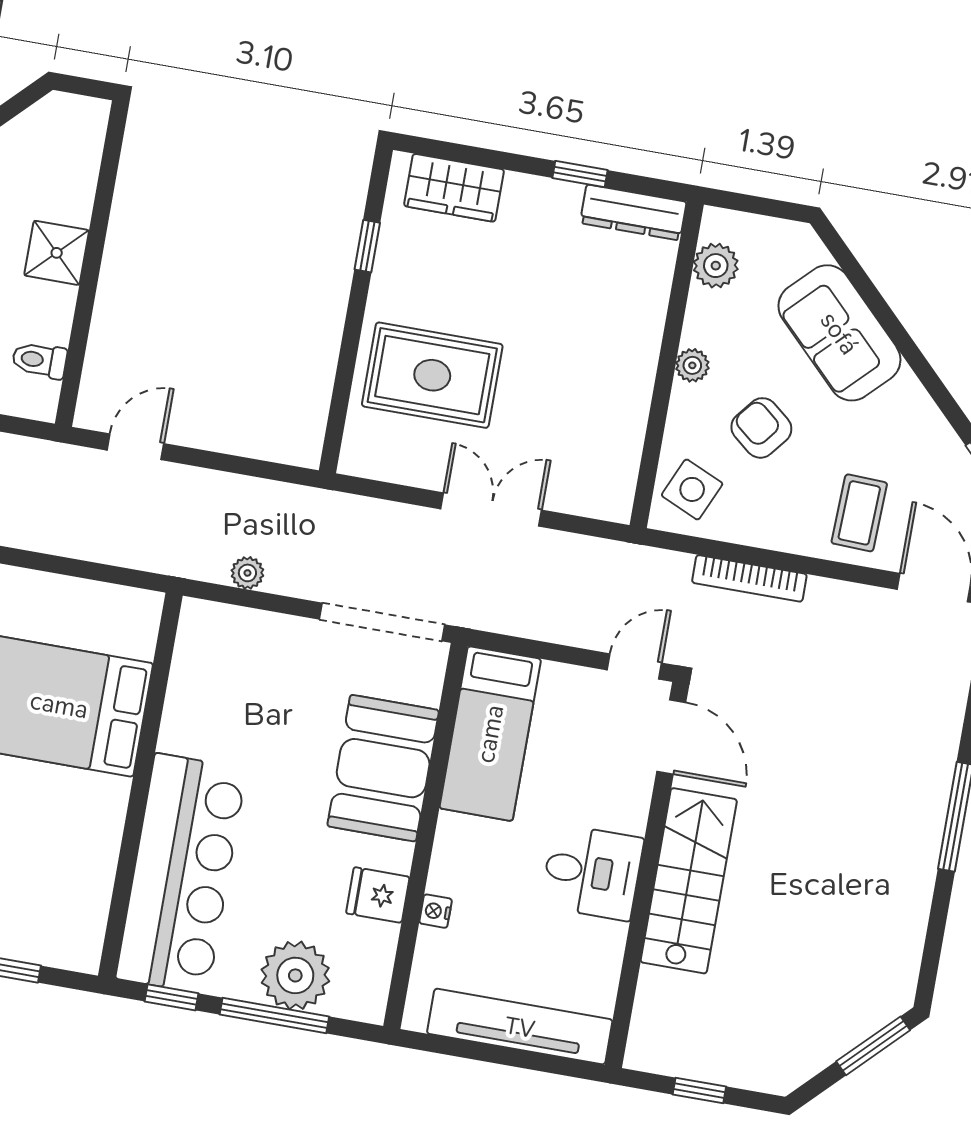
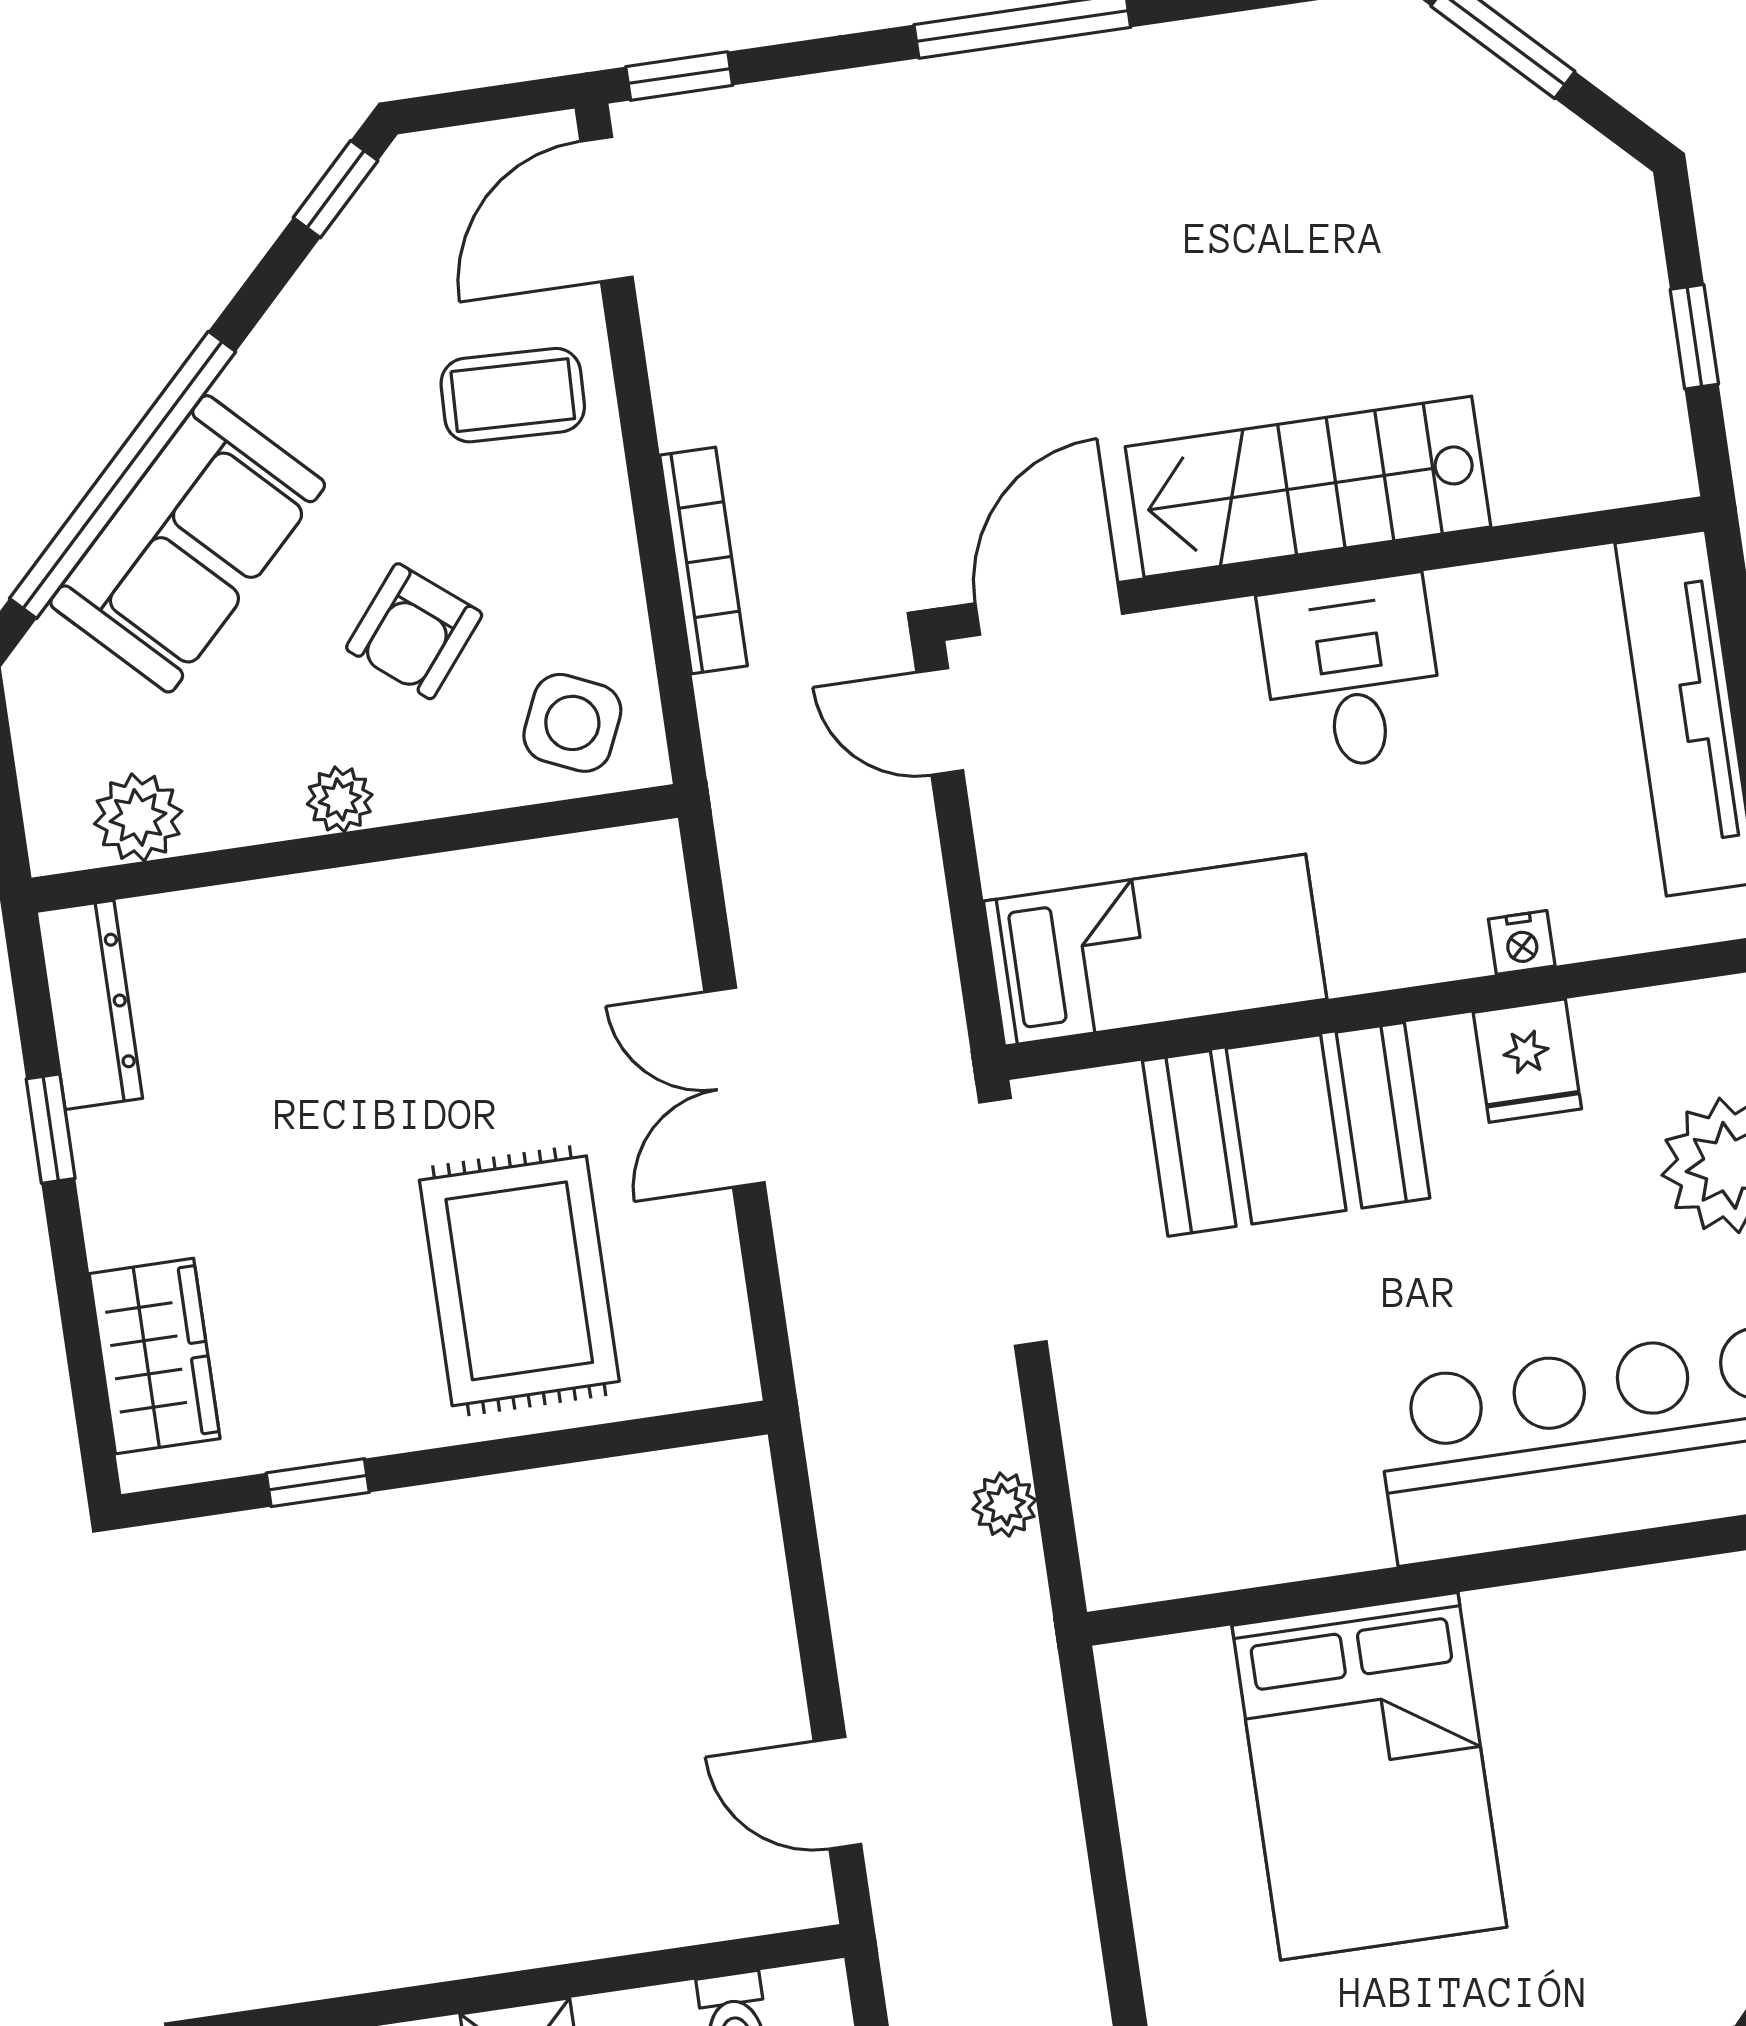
window: (883, 313) -> (123, 475), added

